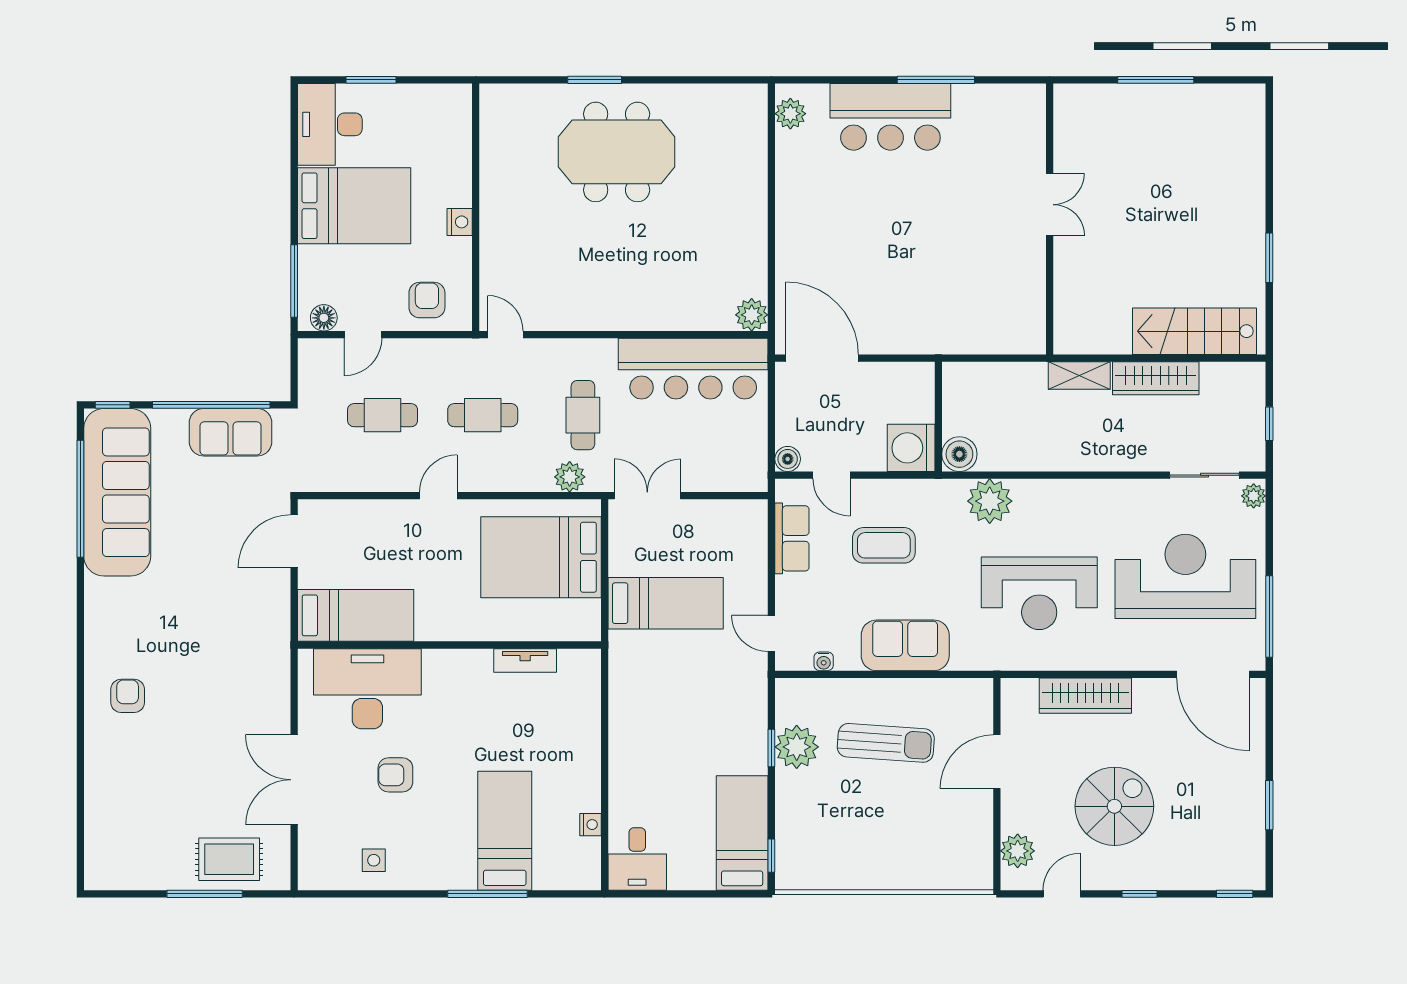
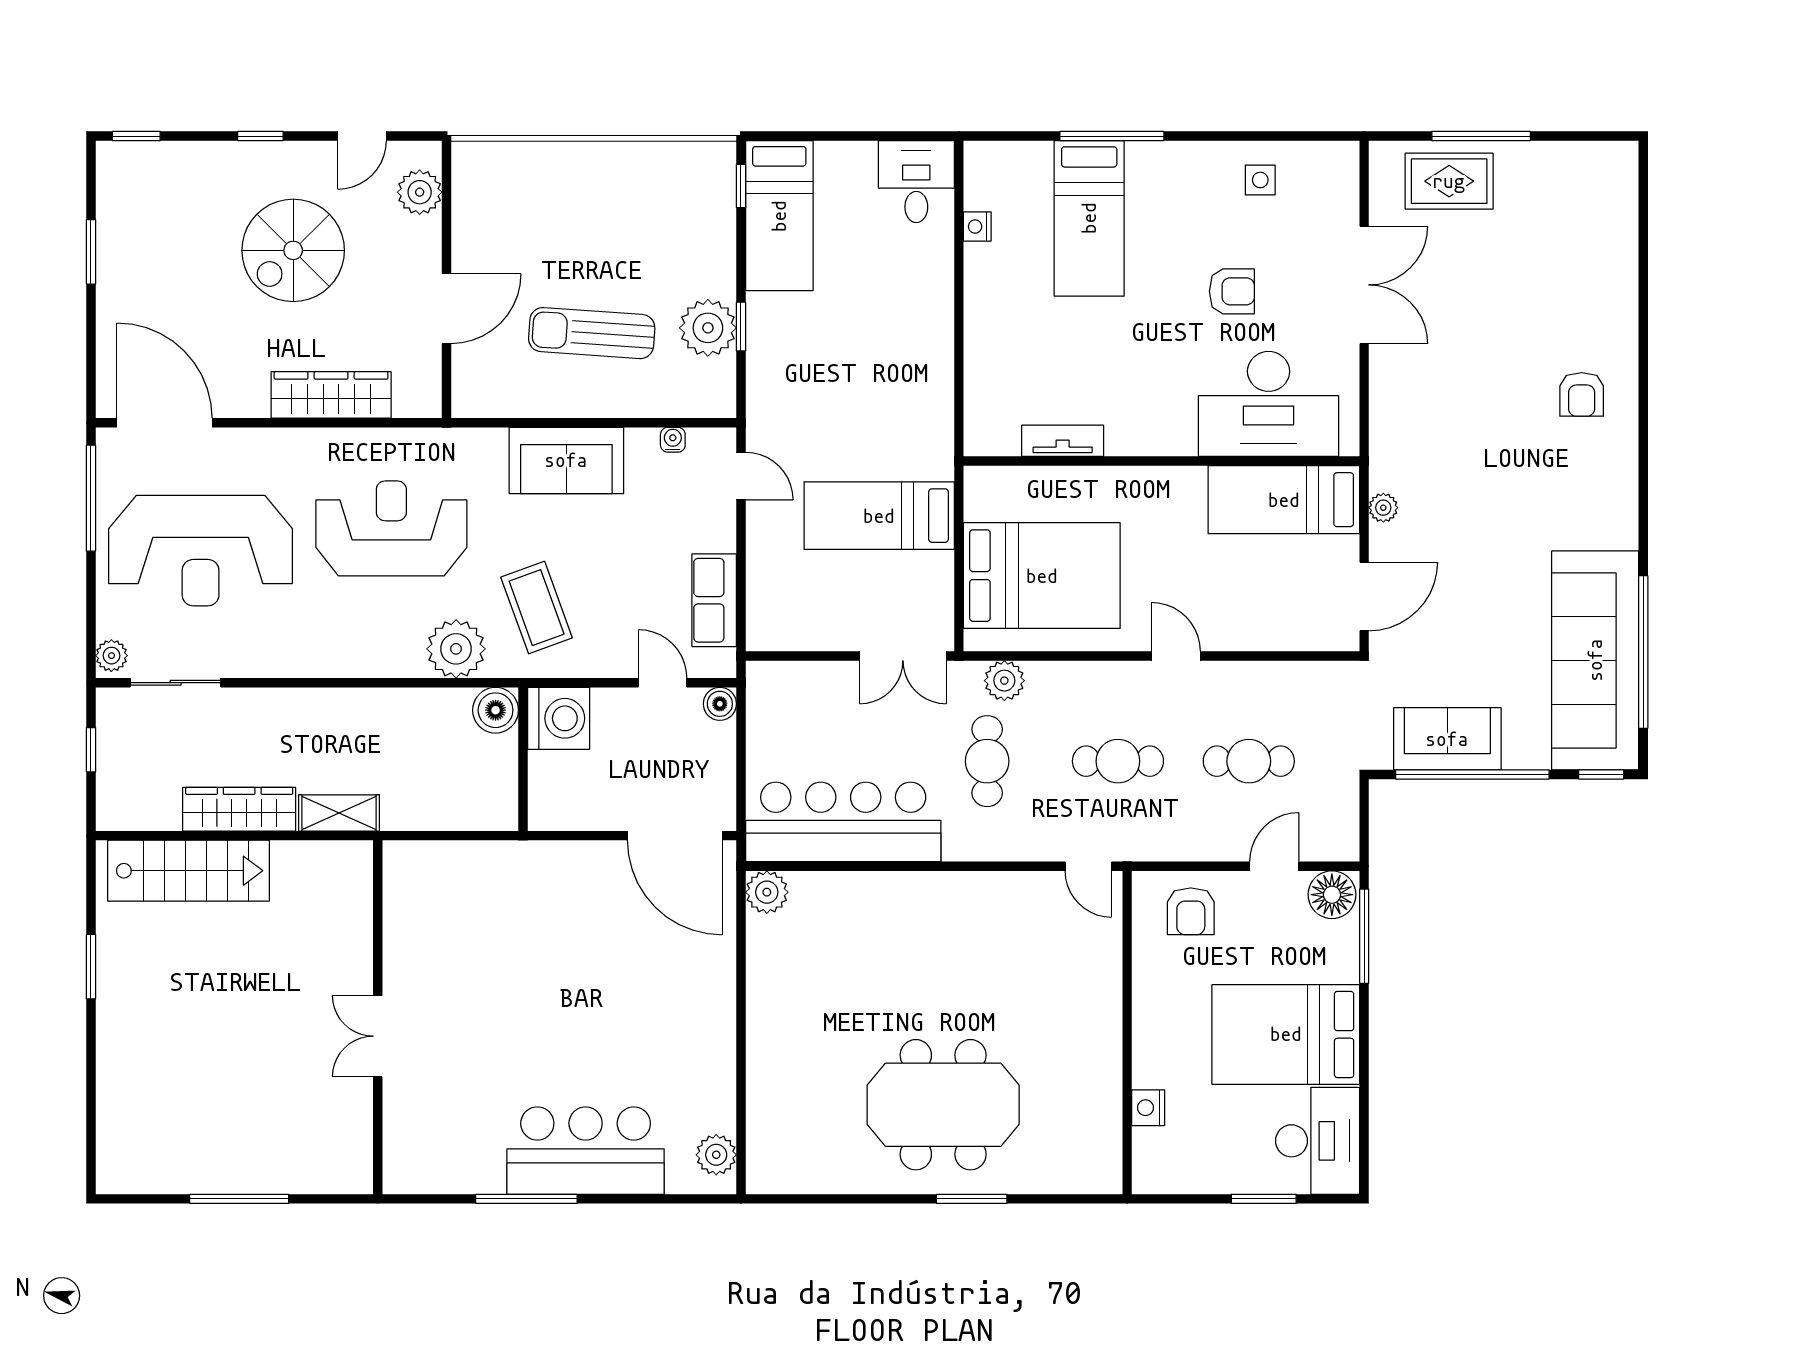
nightstand: (460, 222) -> (1148, 1108), moved
floor lamp: (324, 318) -> (1332, 895), width x1.38, depth x1.38
door: (438, 496) -> (1176, 656), swing flipped
coffee table: (884, 545) -> (537, 608), moved, turned 70
plant: (280, 609) -> (1383, 508), added

